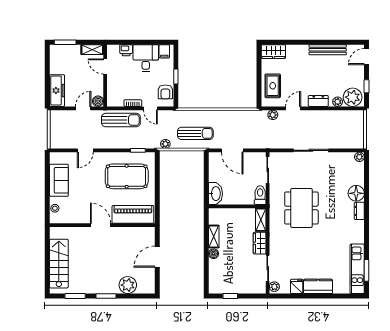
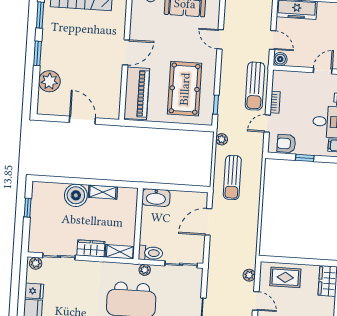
plant: (274, 199) -> (145, 270), added
boiler: (214, 254) -> (76, 195), width x1.86, depth x1.86

